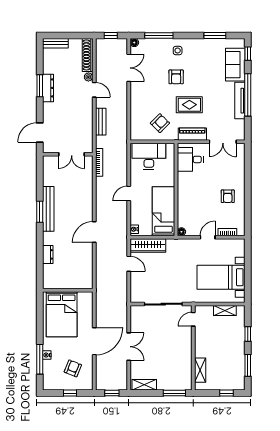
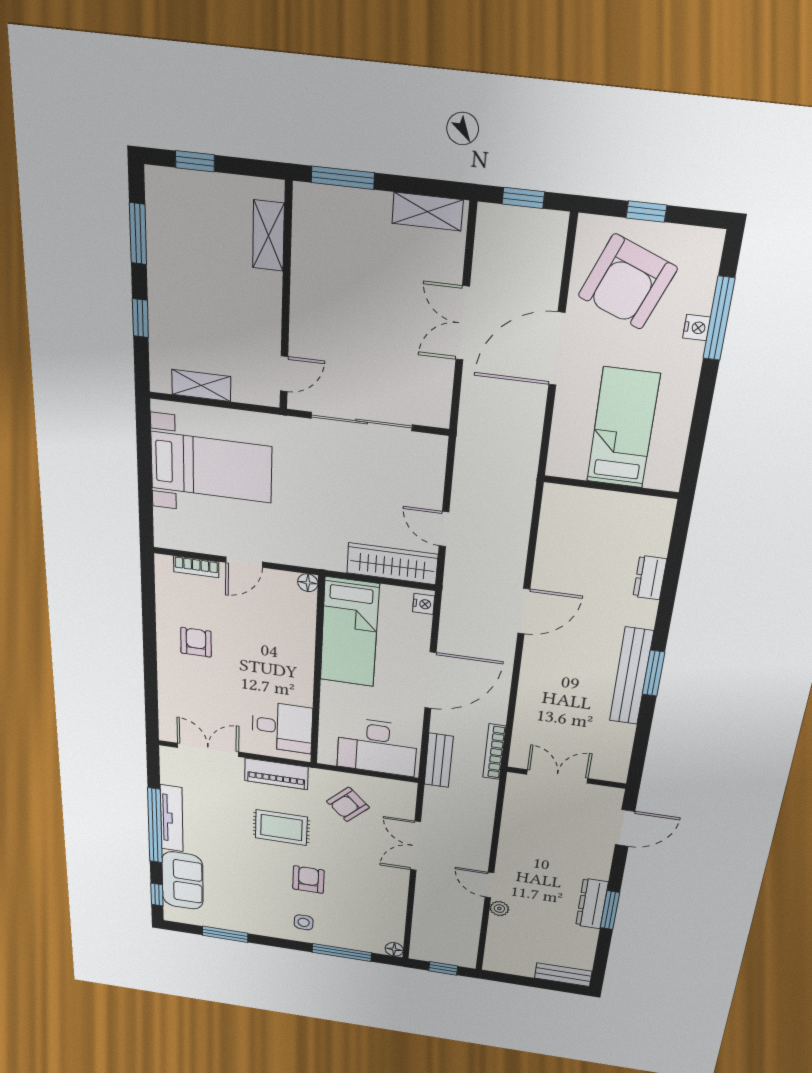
shoe rack: (88, 55) -> (496, 945), removed
double door: (129, 68) -> (416, 846), moved
bench: (101, 122) -> (439, 760), moved
door: (129, 194) -> (430, 680), width x1.87
bed: (62, 314) -> (623, 428), width x0.67
armchair: (73, 368) -> (628, 282), width x1.88, depth x1.88

